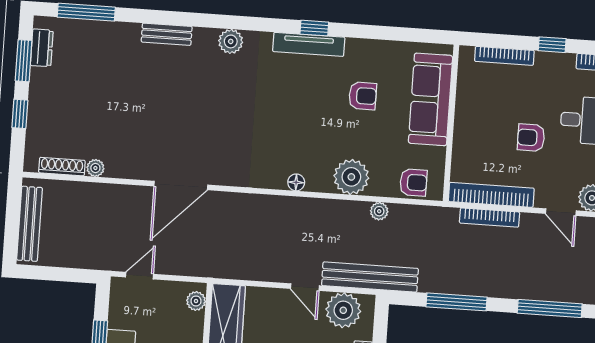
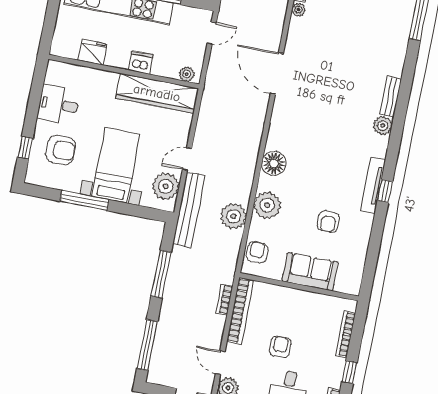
bench: (167, 34) -> (391, 96), moved
sofa: (430, 99) -> (310, 272), width x0.73
floor lamp: (296, 182) -> (274, 163), width x1.89, depth x1.89
armchair: (413, 182) -> (257, 252), turned 180
plant: (379, 211) -> (233, 216), width x1.88, depth x1.88
door: (561, 212) -> (220, 363), hinge flipped
bookcase: (490, 218) -> (224, 299), width x0.64
door: (139, 276) -> (212, 33), hinge flipped

